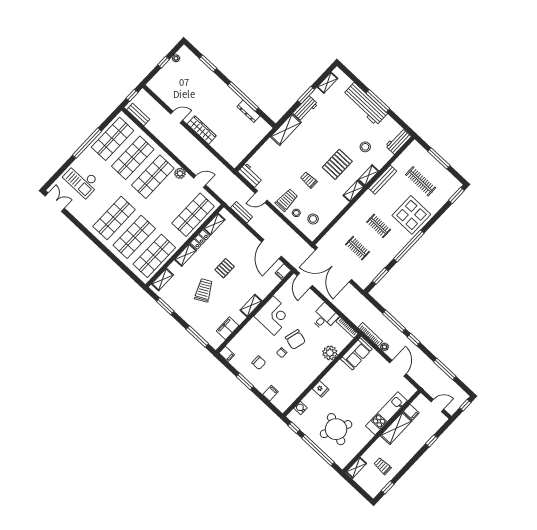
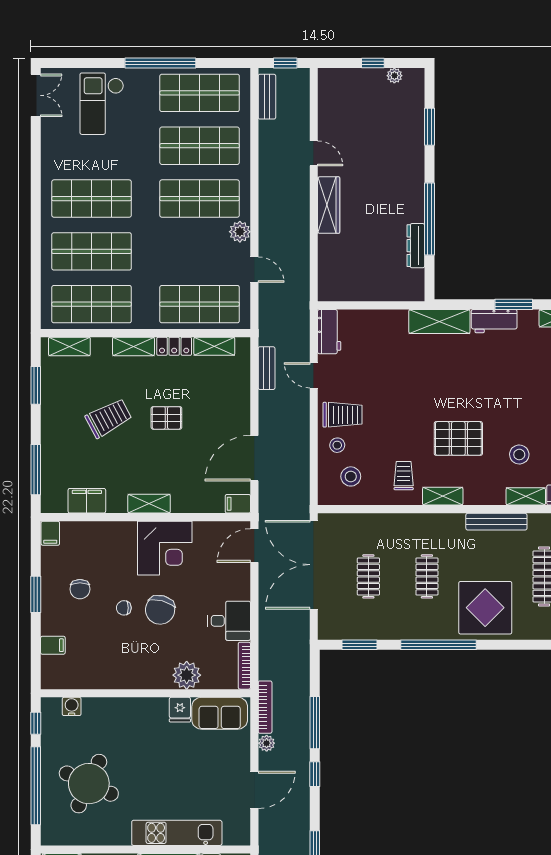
shelving: (369, 175) -> (526, 496), moved
trolley: (309, 180) -> (404, 476), moved
fridge: (321, 389) -> (180, 710), moved

